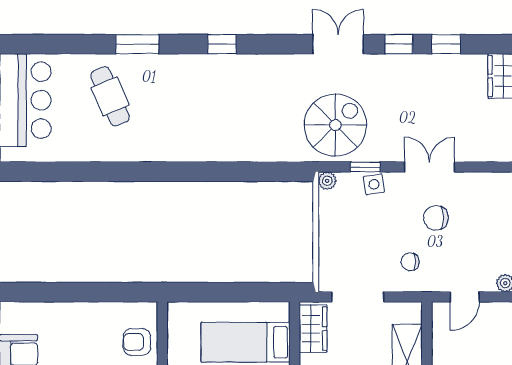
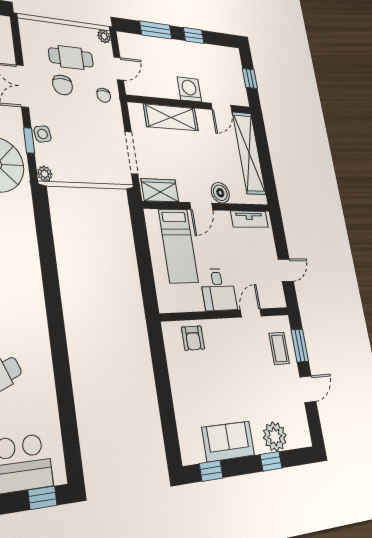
cafe table: (472, 234) -> (71, 57), added
chair: (410, 262) -> (104, 95), moved
door: (465, 297) -> (119, 69), hinge flipped

